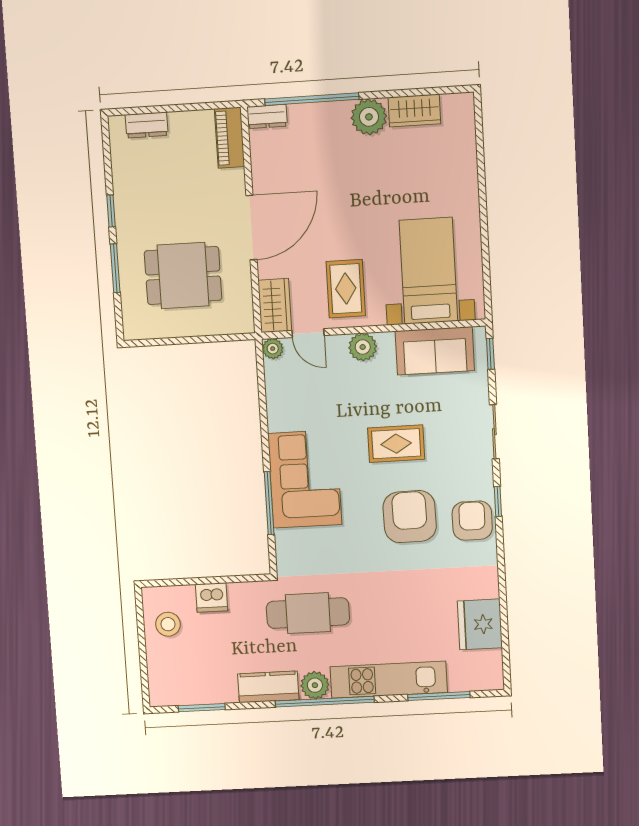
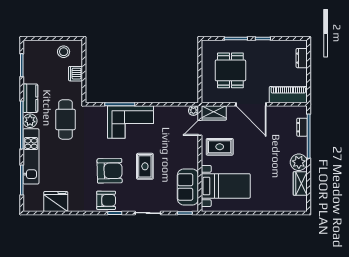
dresser: (267, 116) -> (302, 127), moved
piano: (230, 138) -> (288, 95), width x1.37, depth x1.33
plant: (363, 347) -> (192, 153), removed

